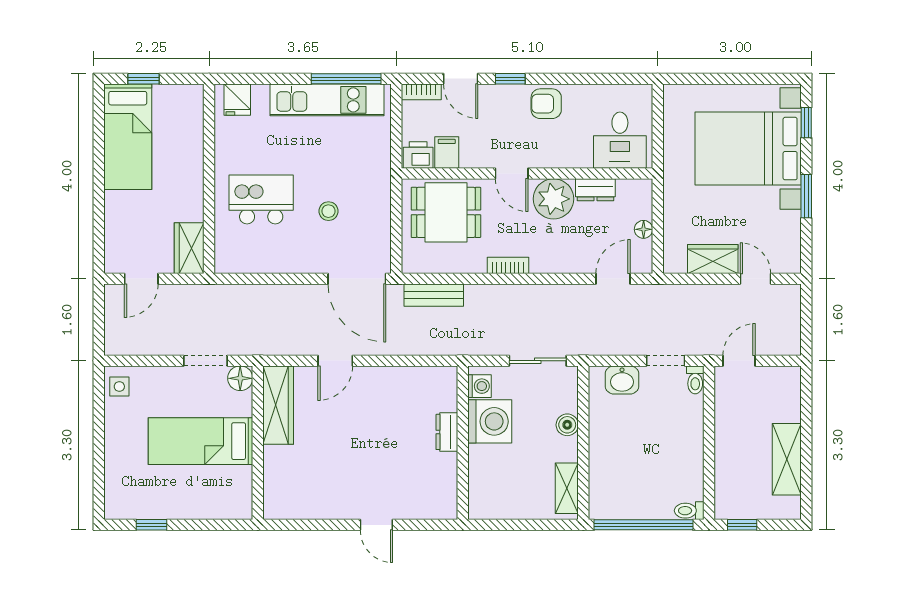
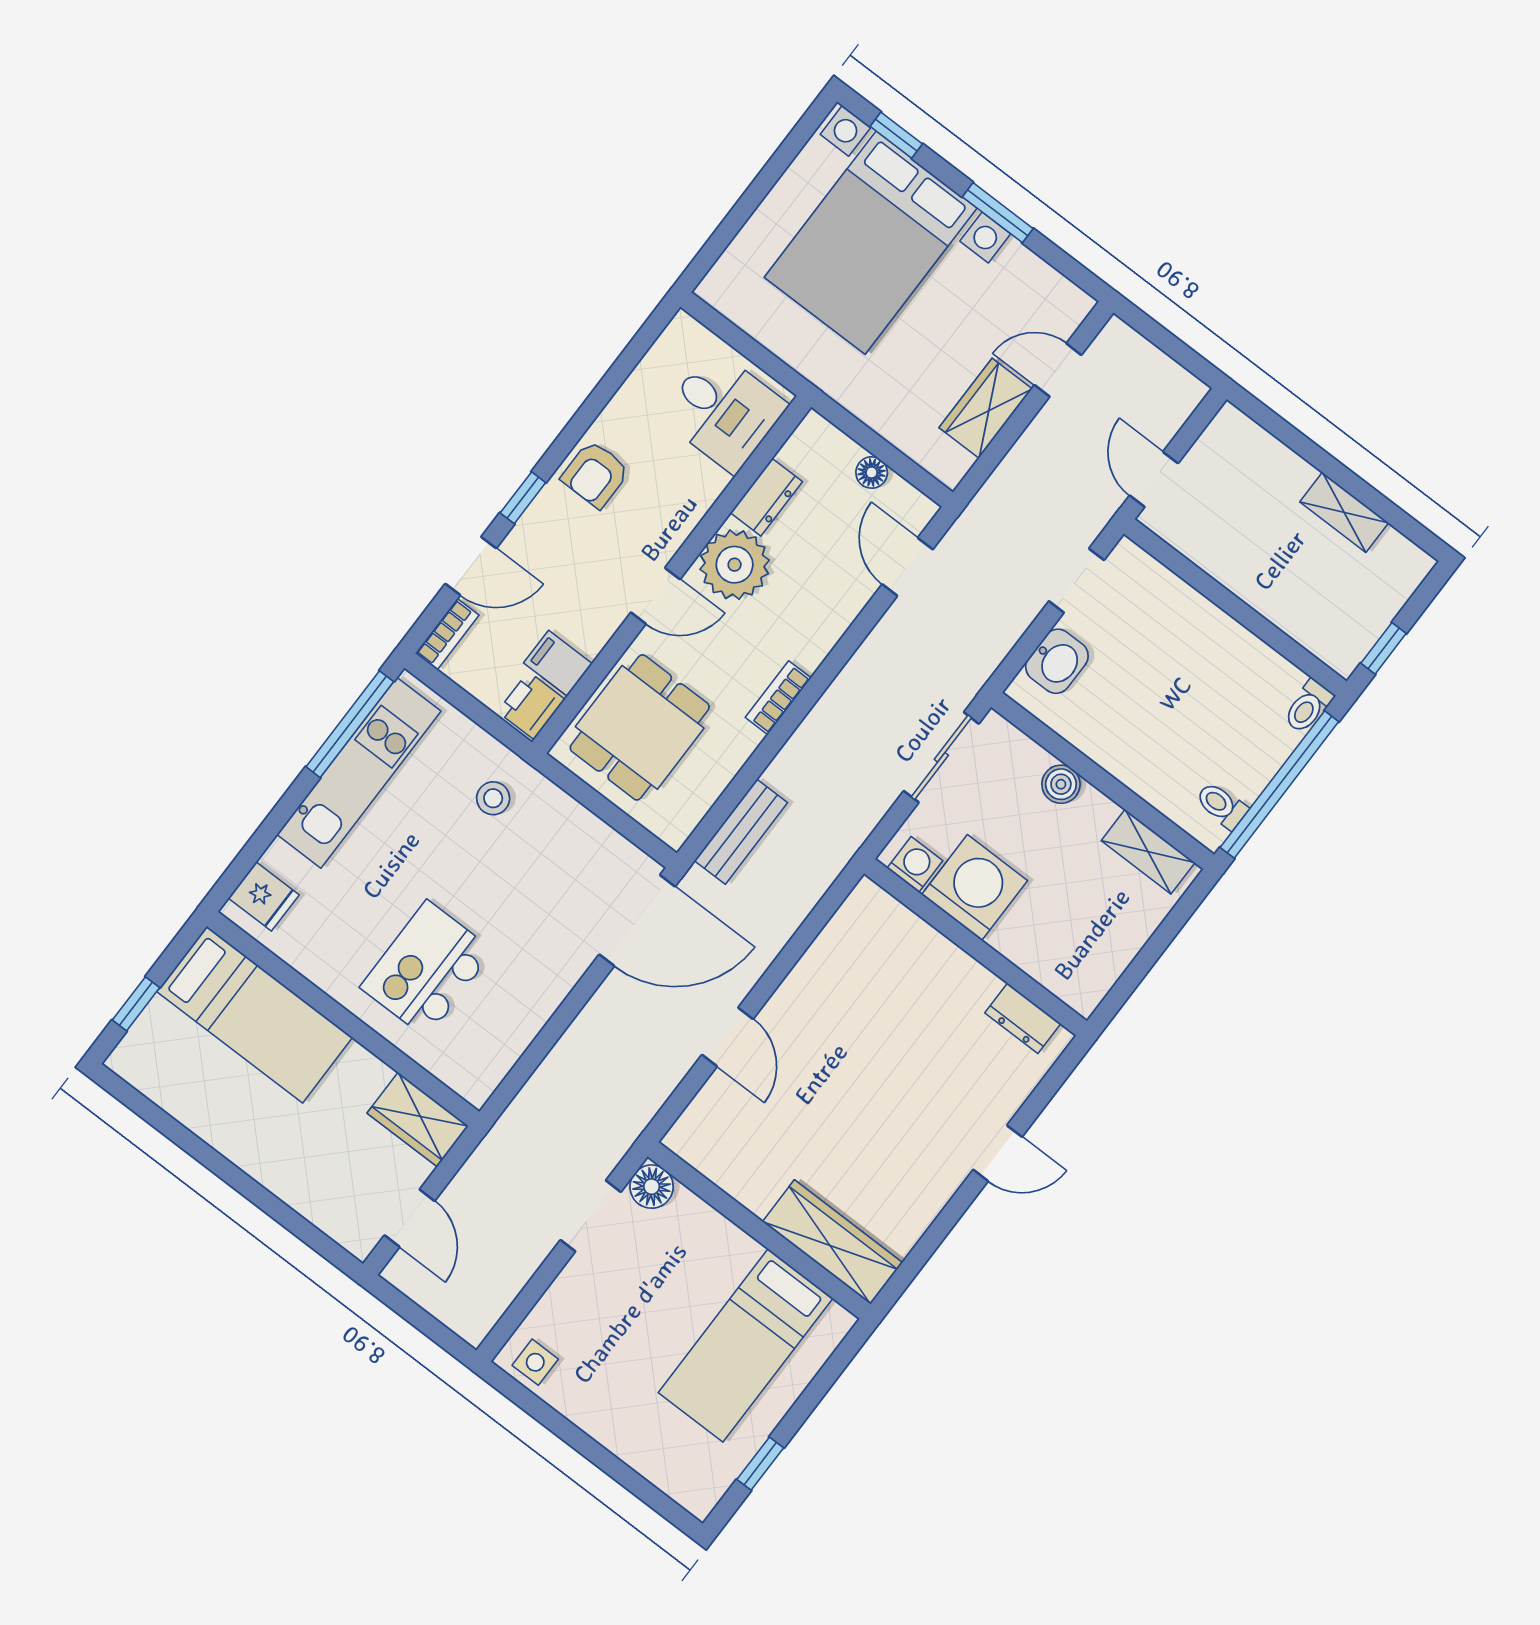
bed: (128, 137) -> (255, 1015), moved
stool: (328, 211) -> (493, 798), moved
toilet: (695, 380) -> (1221, 805), moved, turned 180
wardrobe: (278, 405) -> (833, 1242), moved
dresser: (447, 432) -> (1023, 1018), moved
bed: (200, 441) -> (746, 1345), moved
shelving: (787, 459) -> (1344, 512), width x0.67, depth x0.75

